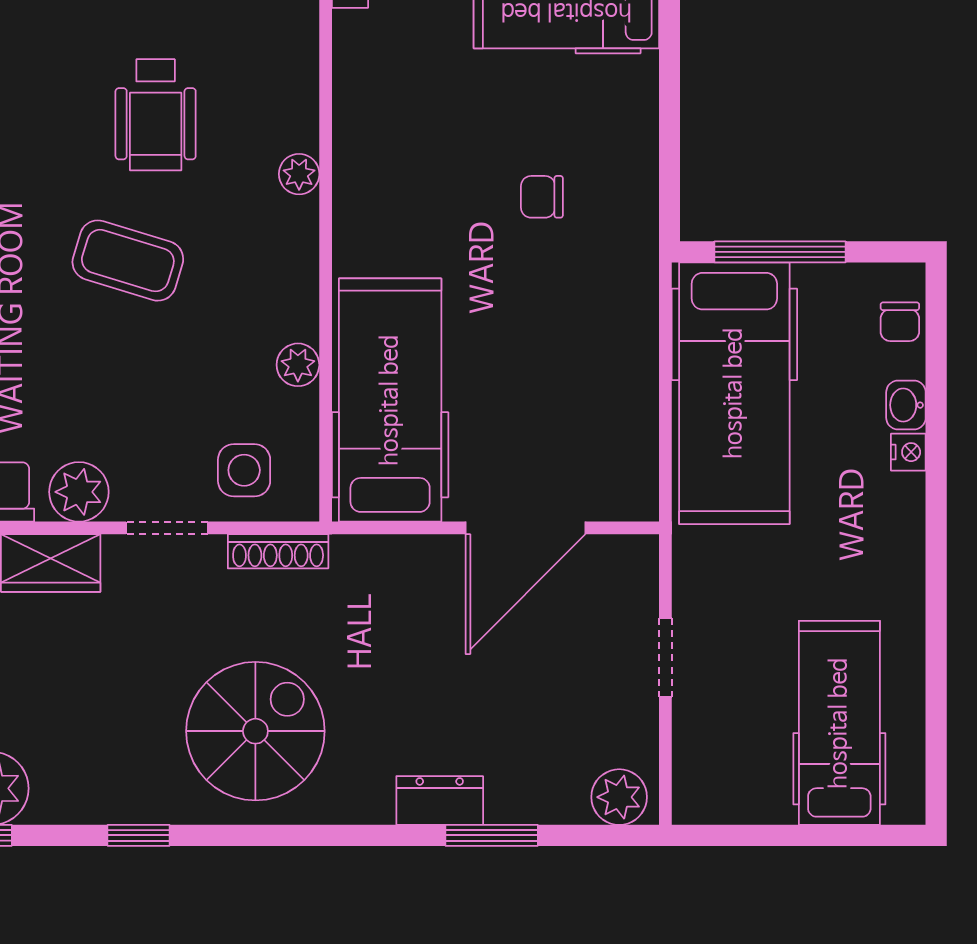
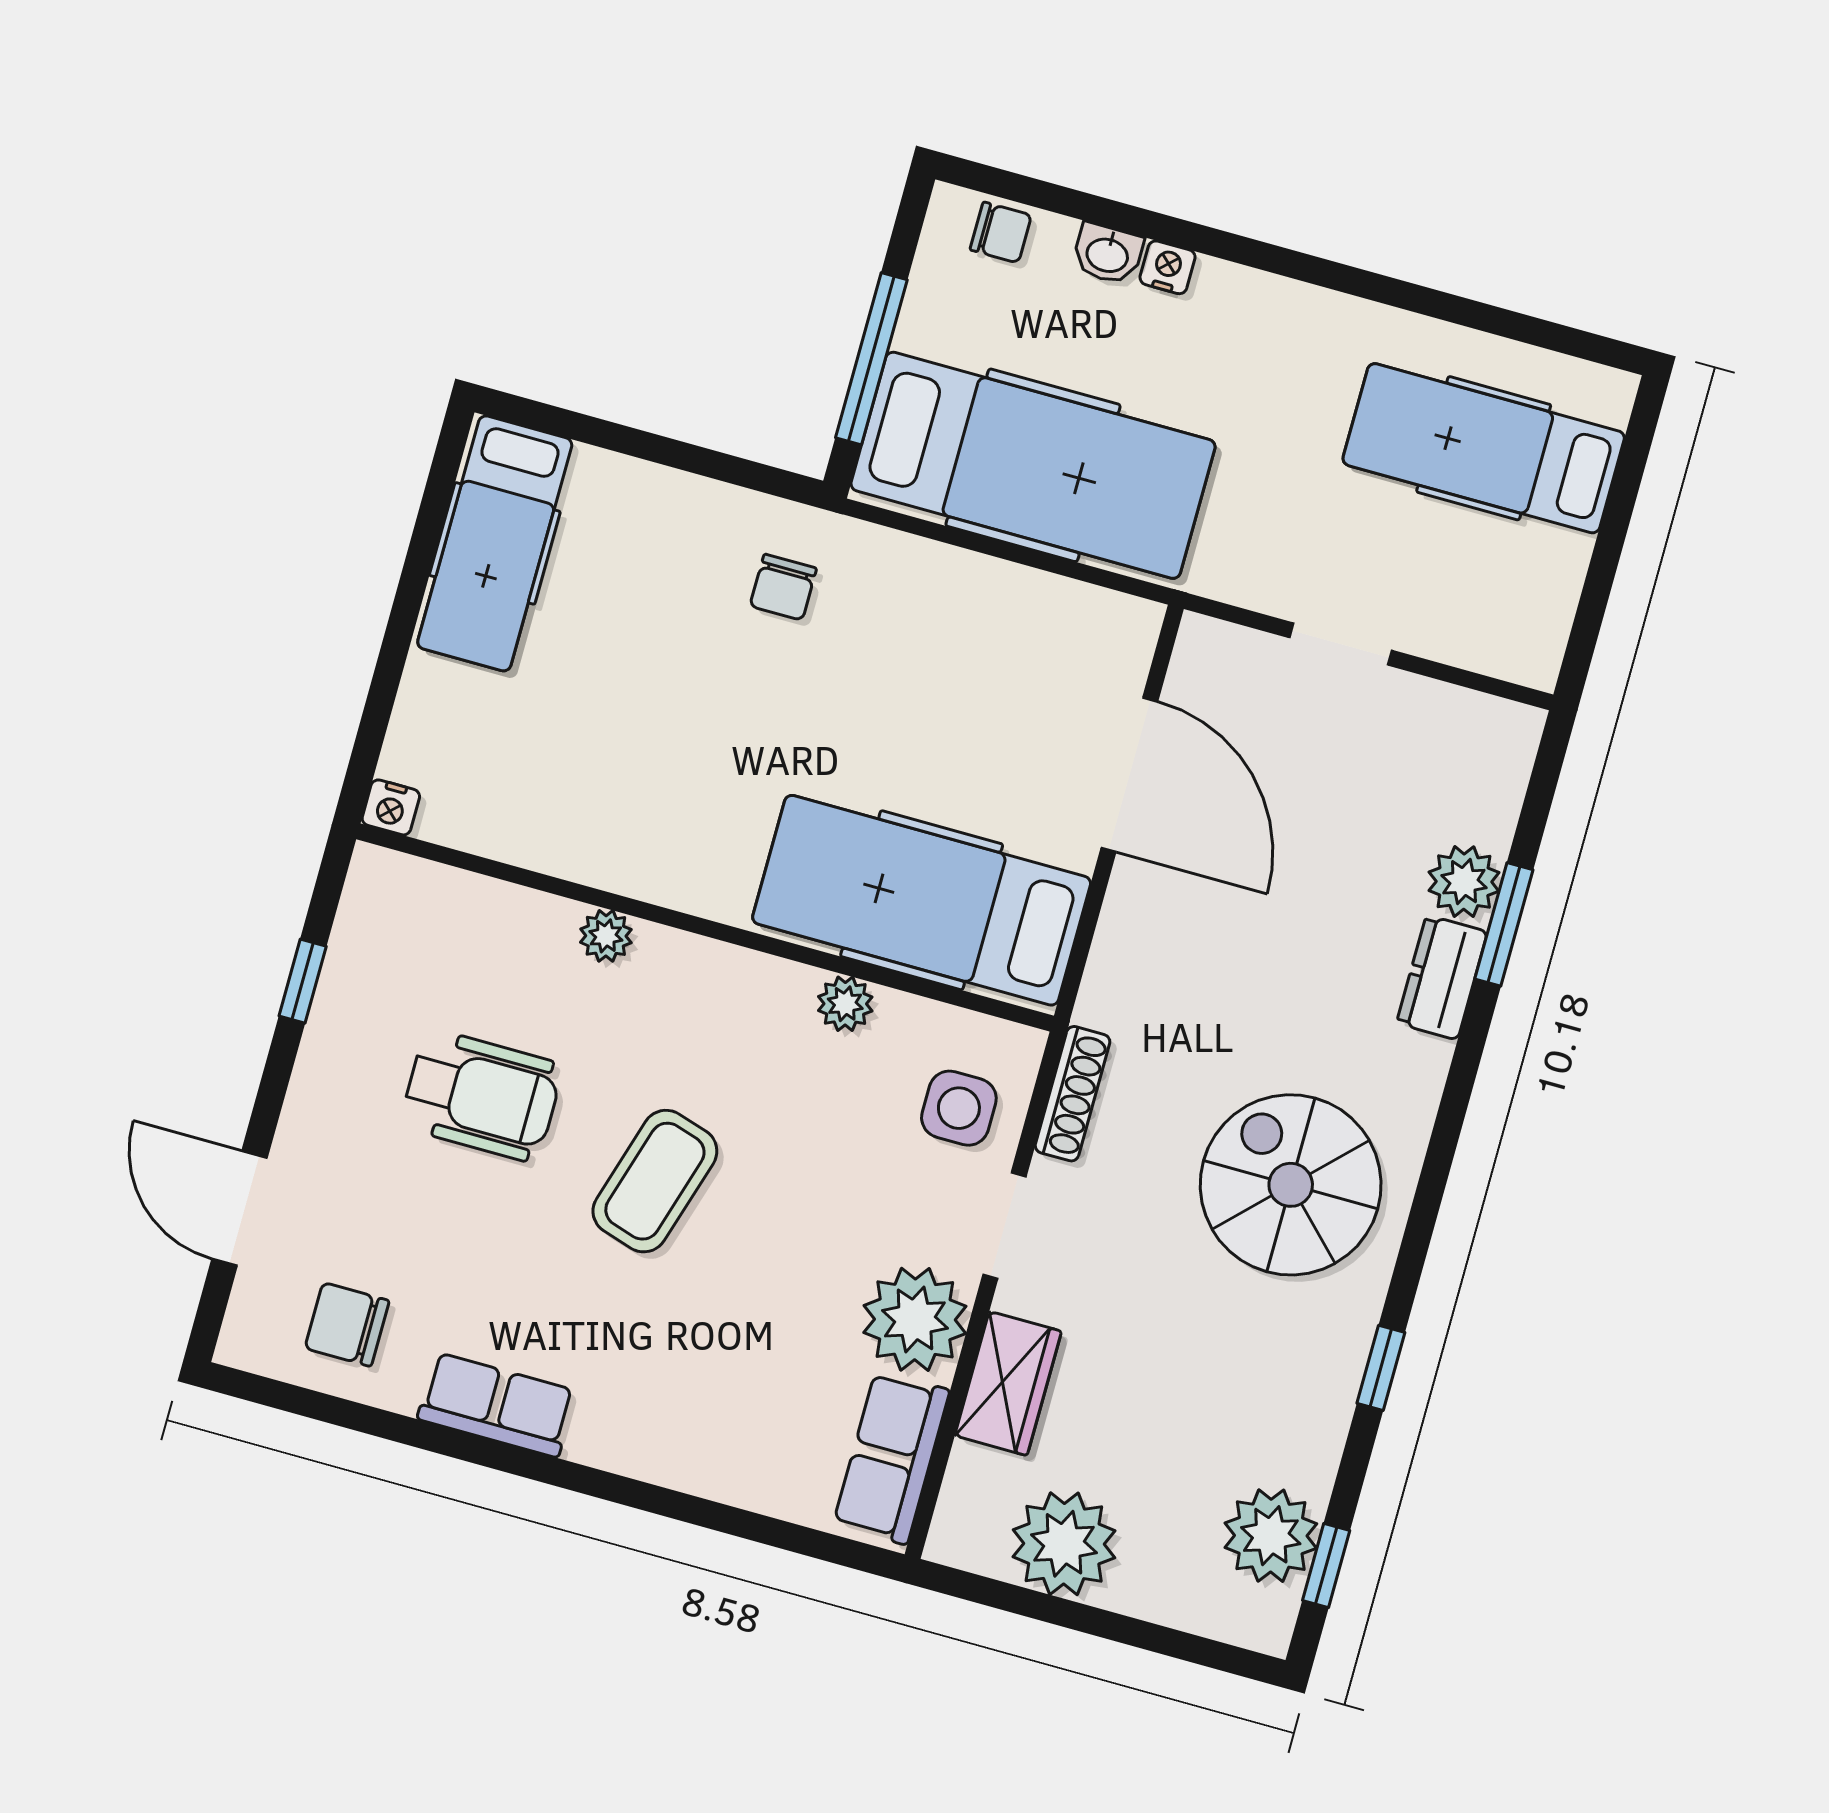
chair: (542, 197) -> (783, 587), moved
plant: (79, 492) -> (915, 1319), width x1.36, depth x1.36
plant: (619, 797) -> (1464, 882), moved

